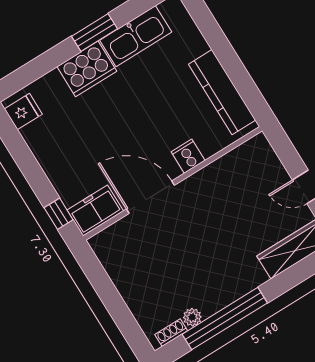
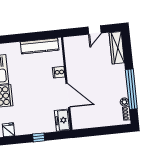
door: (150, 197) -> (68, 95), swing flipped
window: (59, 214) -> (39, 137), moved

